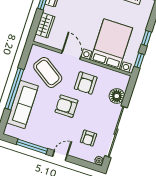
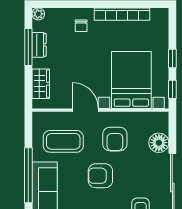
coffee table: (48, 72) -> (63, 141), turned -34

